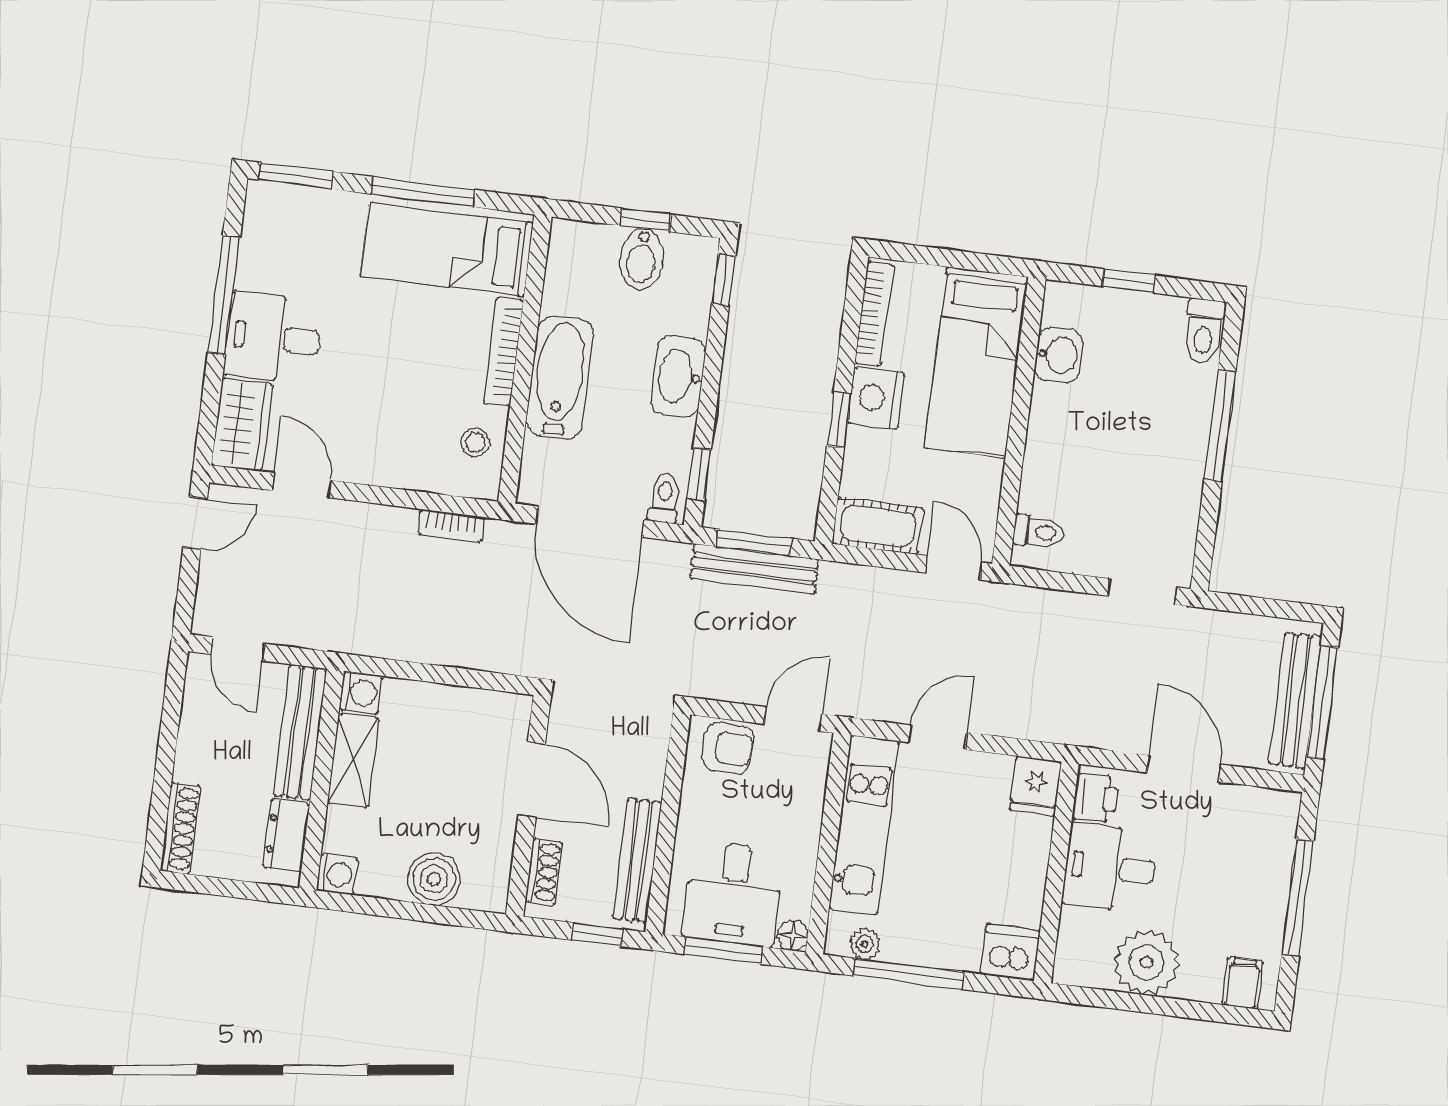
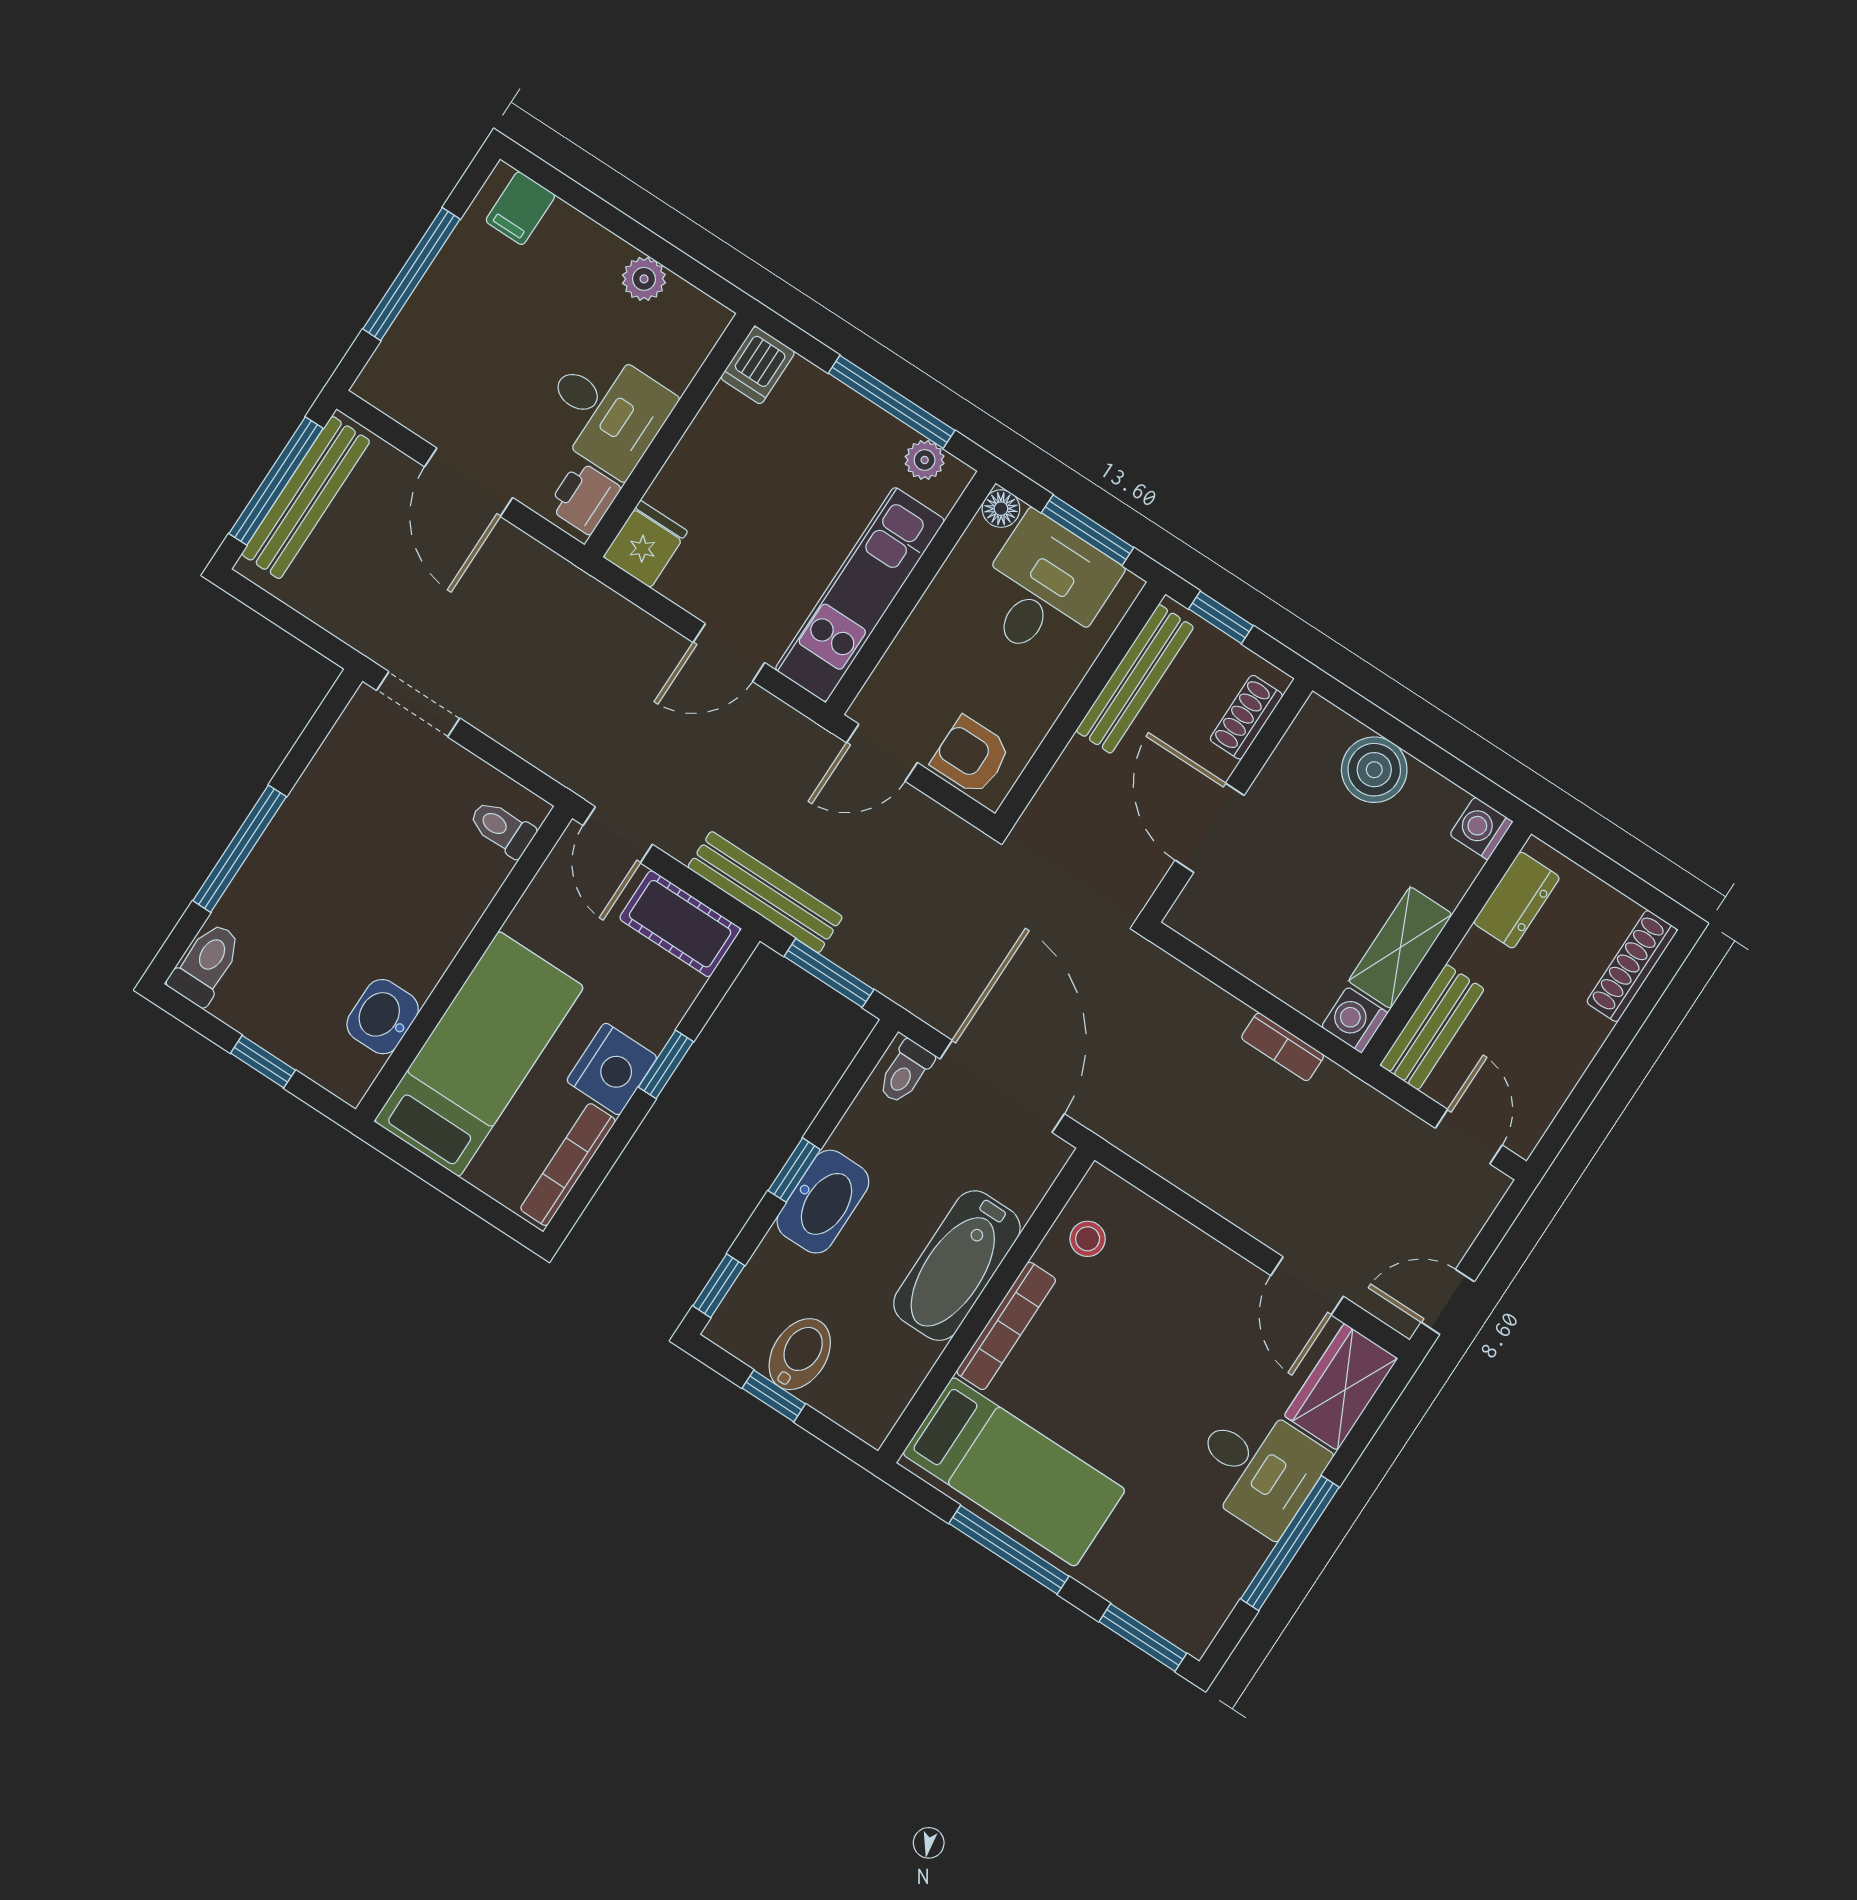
window: (699, 474) -> (794, 1170), moved
bookcase: (451, 526) -> (1283, 1047), moved, turned 180
bench: (754, 569) -> (765, 892), moved
bench: (300, 732) -> (1432, 1027), width x0.73
dishwasher: (1010, 953) -> (758, 365), width x0.73
plant: (1146, 962) -> (644, 279), width x0.53, depth x0.53

